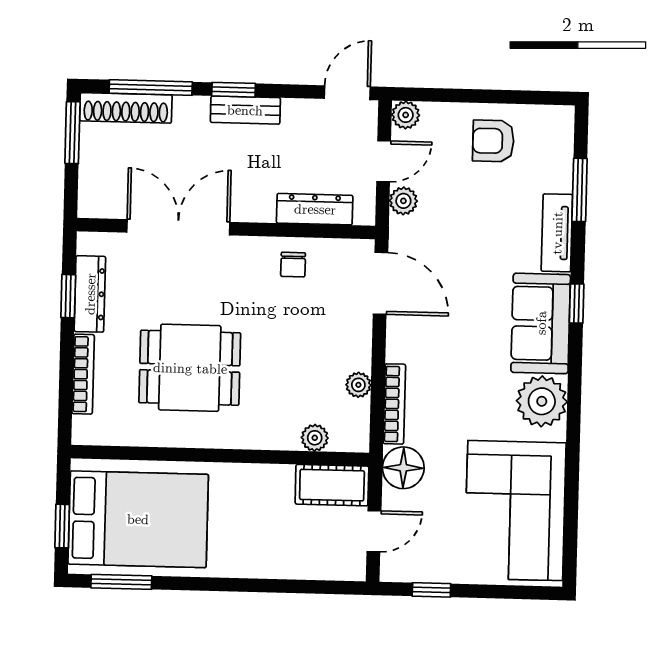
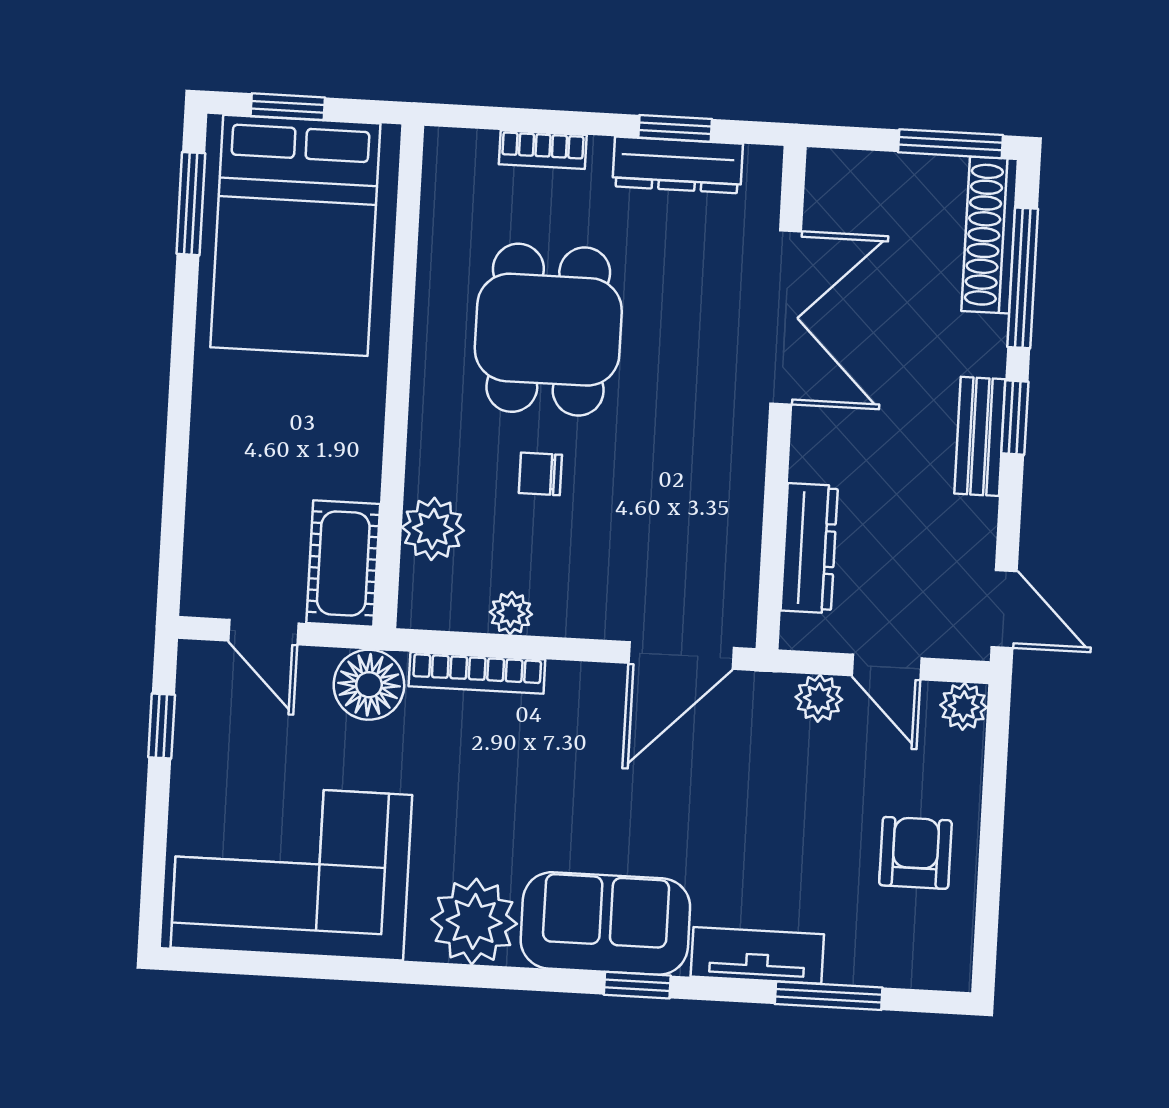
chair: (293, 265) -> (540, 474), moved
bookcase: (83, 374) -> (543, 150), width x0.64
plant: (315, 438) -> (433, 529), width x1.38, depth x1.38

